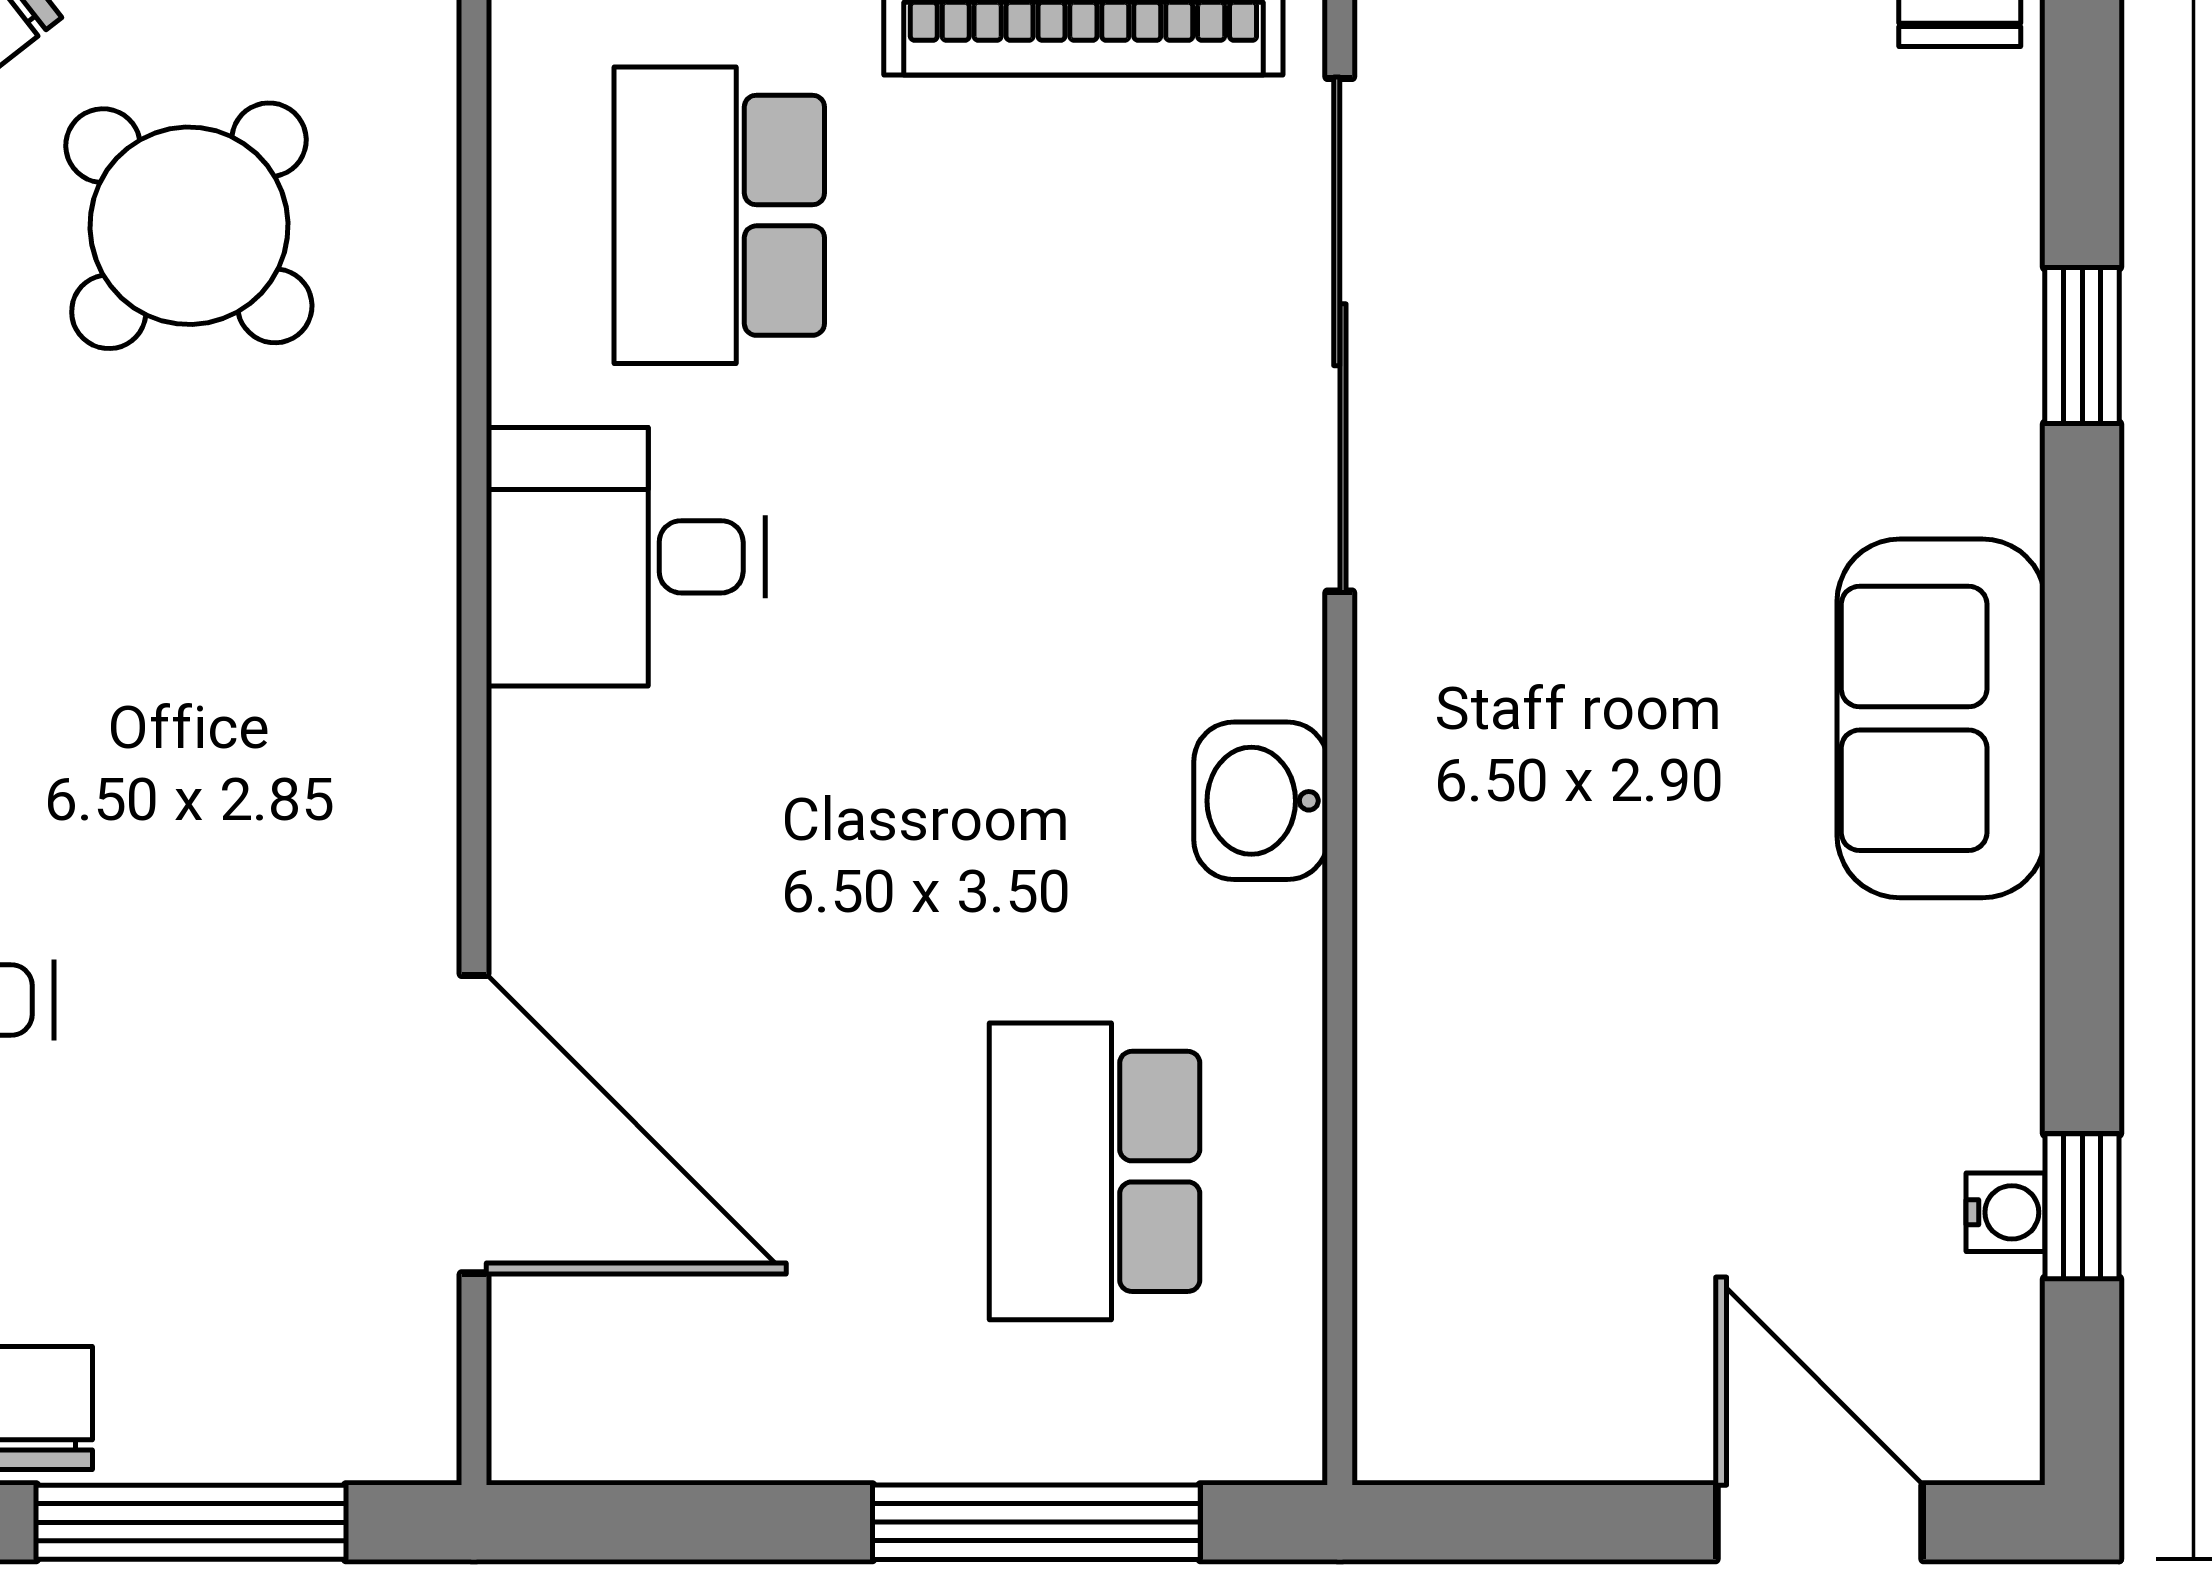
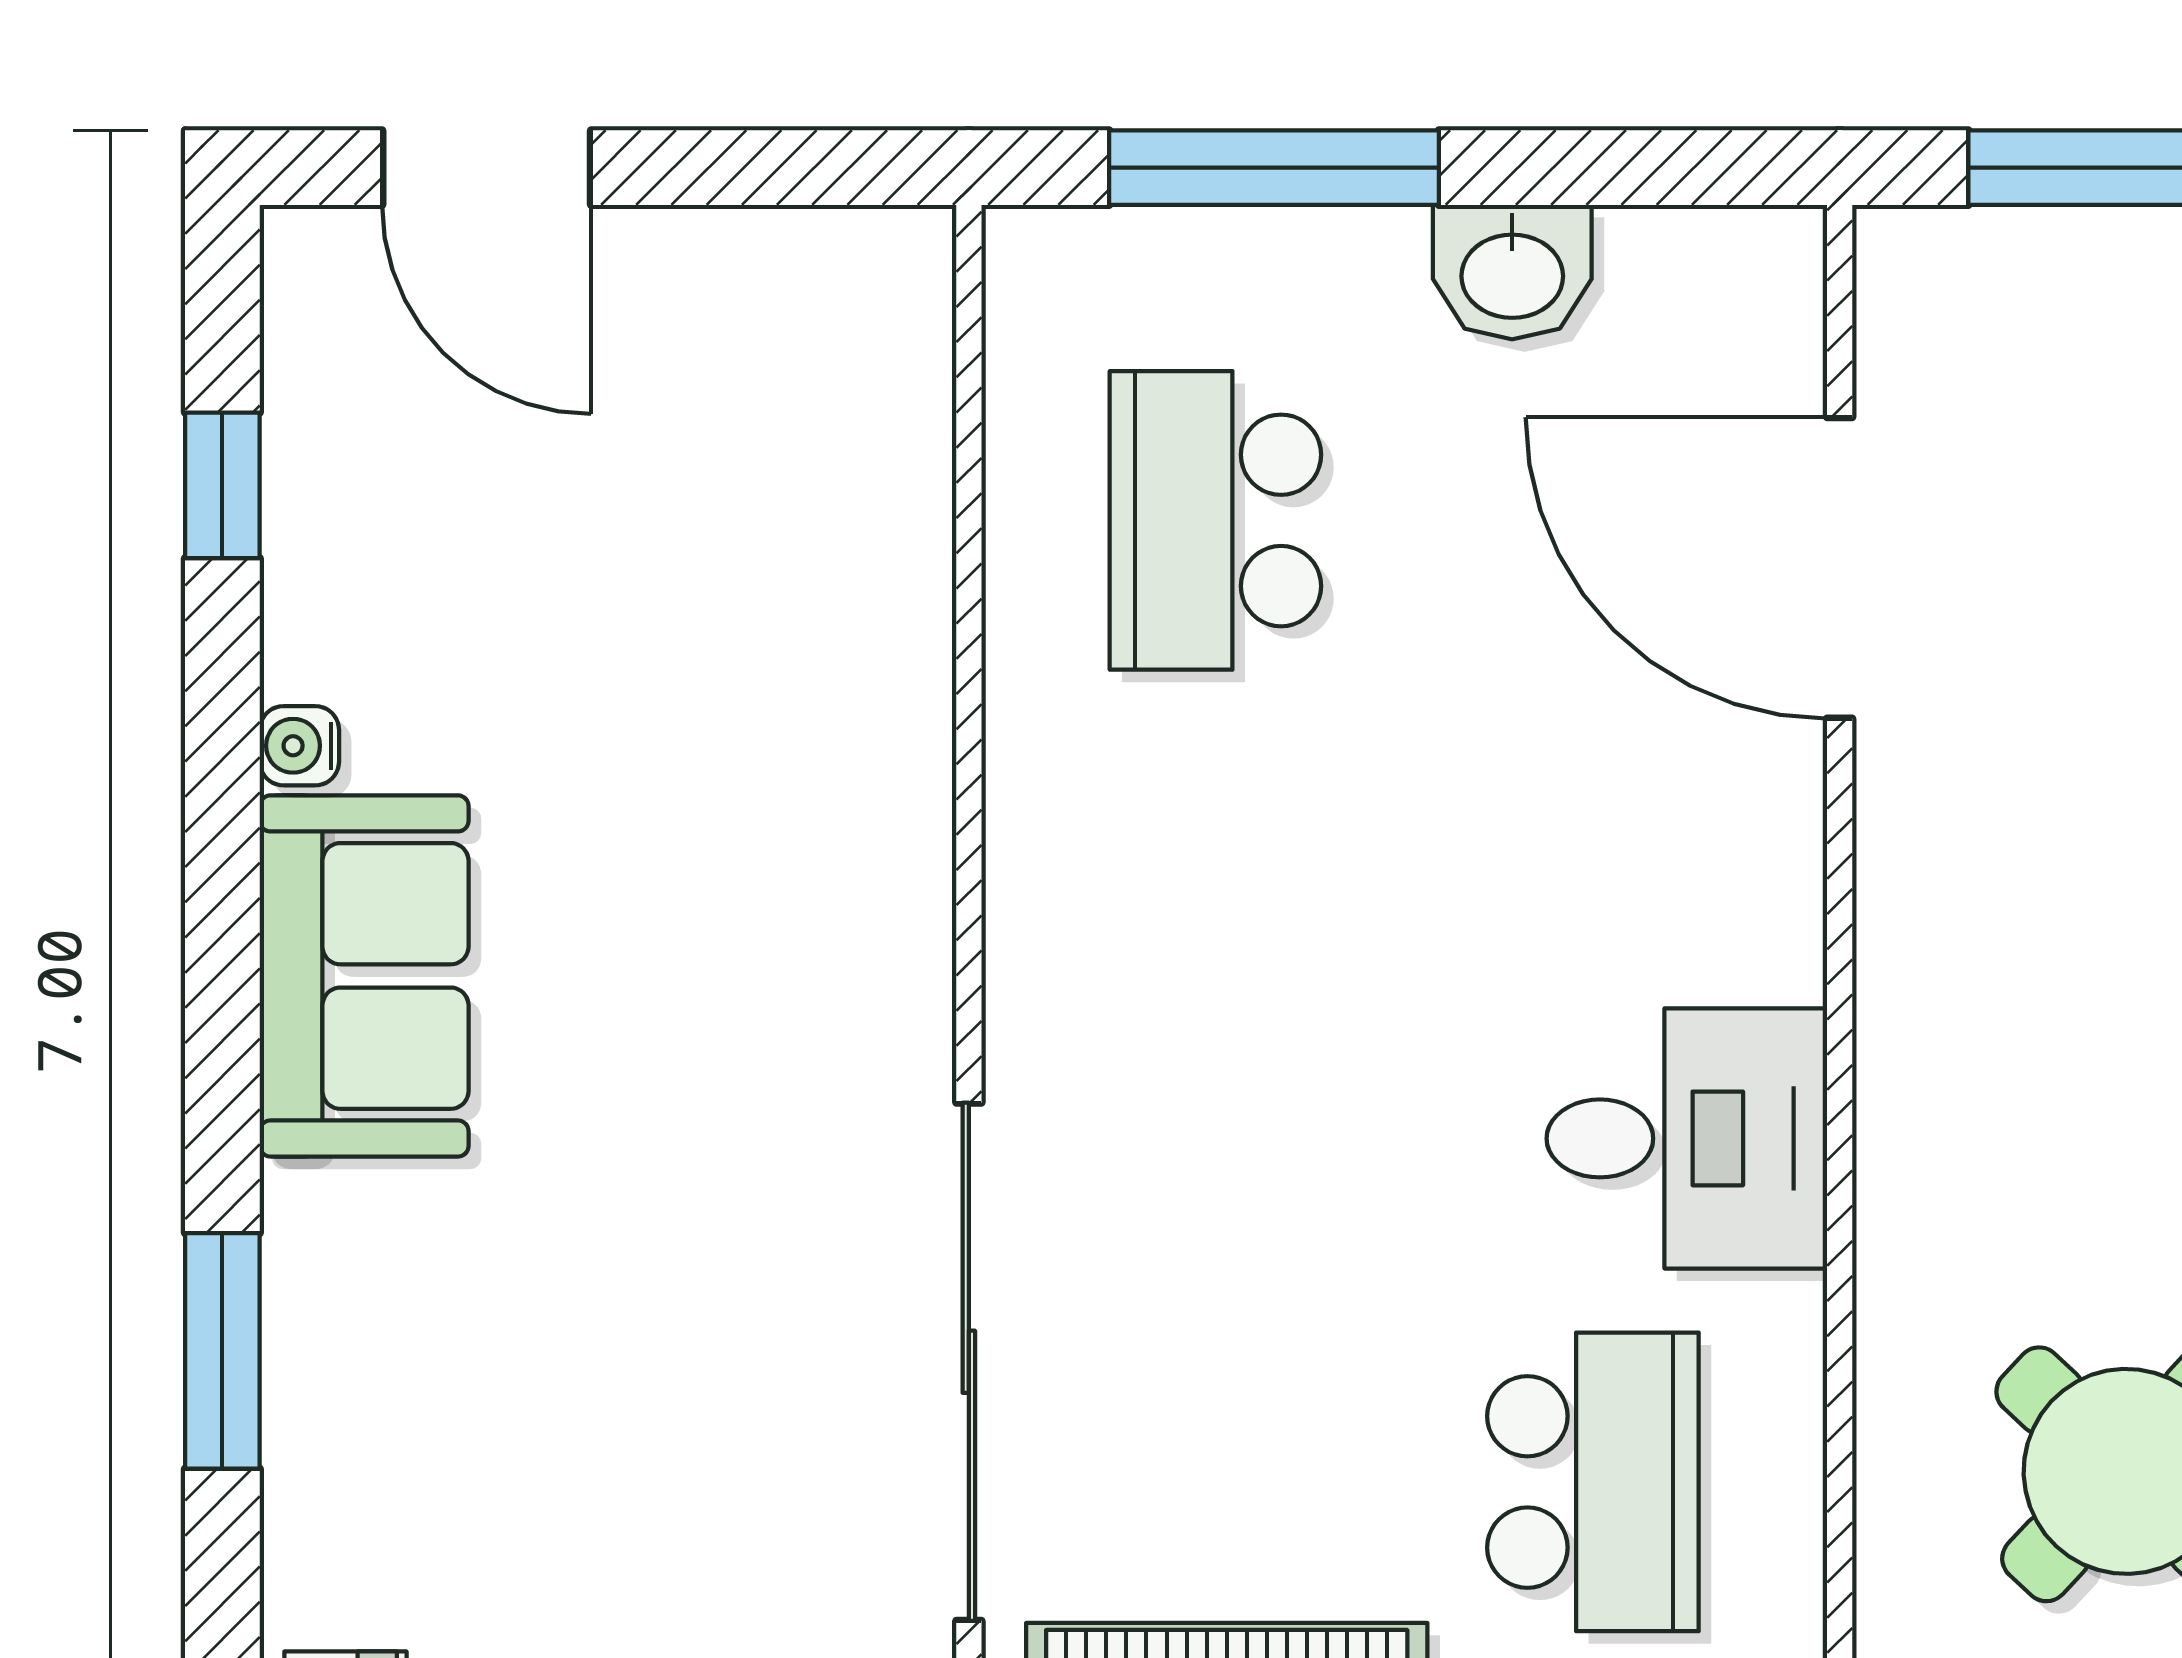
window: (2082, 346) -> (222, 1351), width x1.50
washbasin: (1261, 801) -> (1512, 272), moved, turned 90
school desk: (1095, 1171) -> (1215, 520), turned 180
water cooler: (2006, 1212) -> (299, 746), moved

